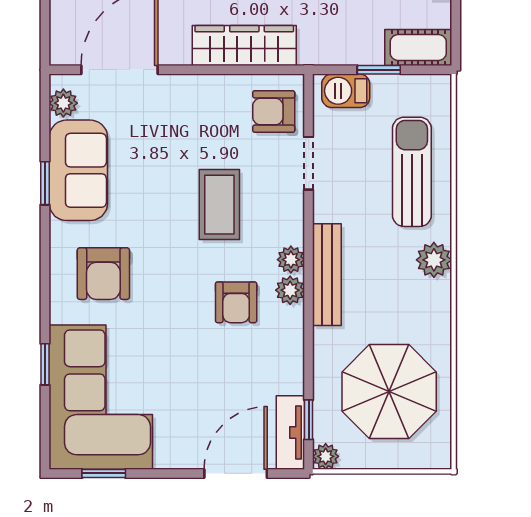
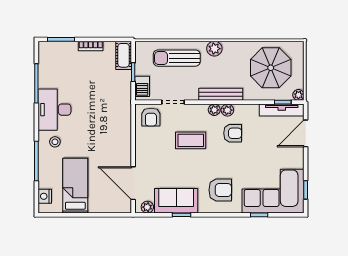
wardrobe: (244, 46) -> (123, 130), removed
tv unit: (290, 432) -> (282, 110), width x1.41
door: (236, 473) -> (306, 133), hinge flipped

